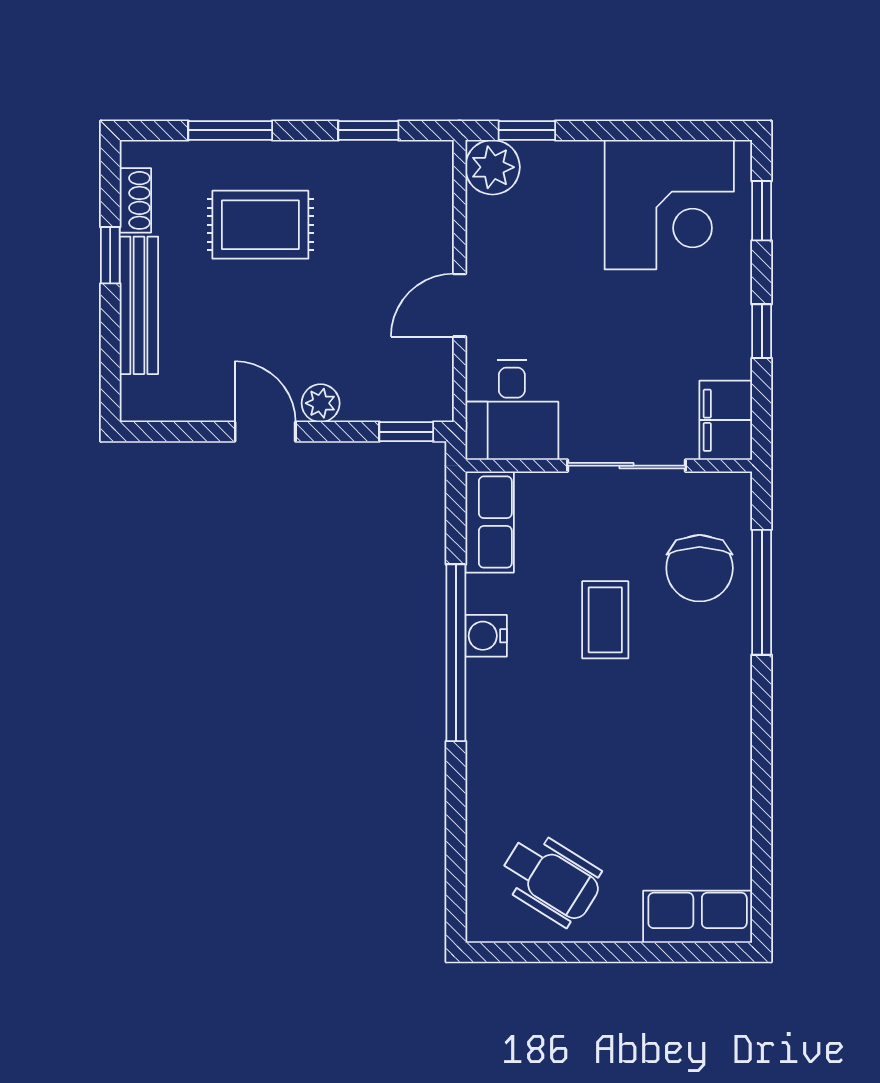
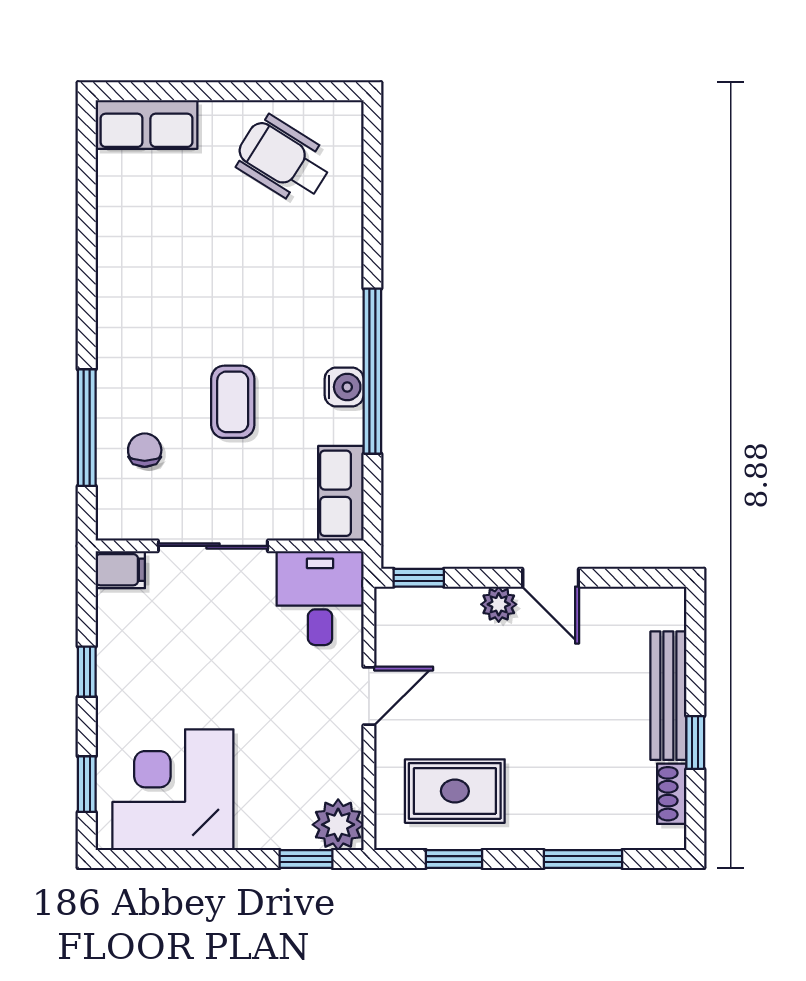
rug: (260, 225) -> (455, 791), moved
filing cabinet: (726, 420) -> (120, 570), width x0.50
chair: (700, 568) -> (145, 450), width x0.54, depth x0.54

